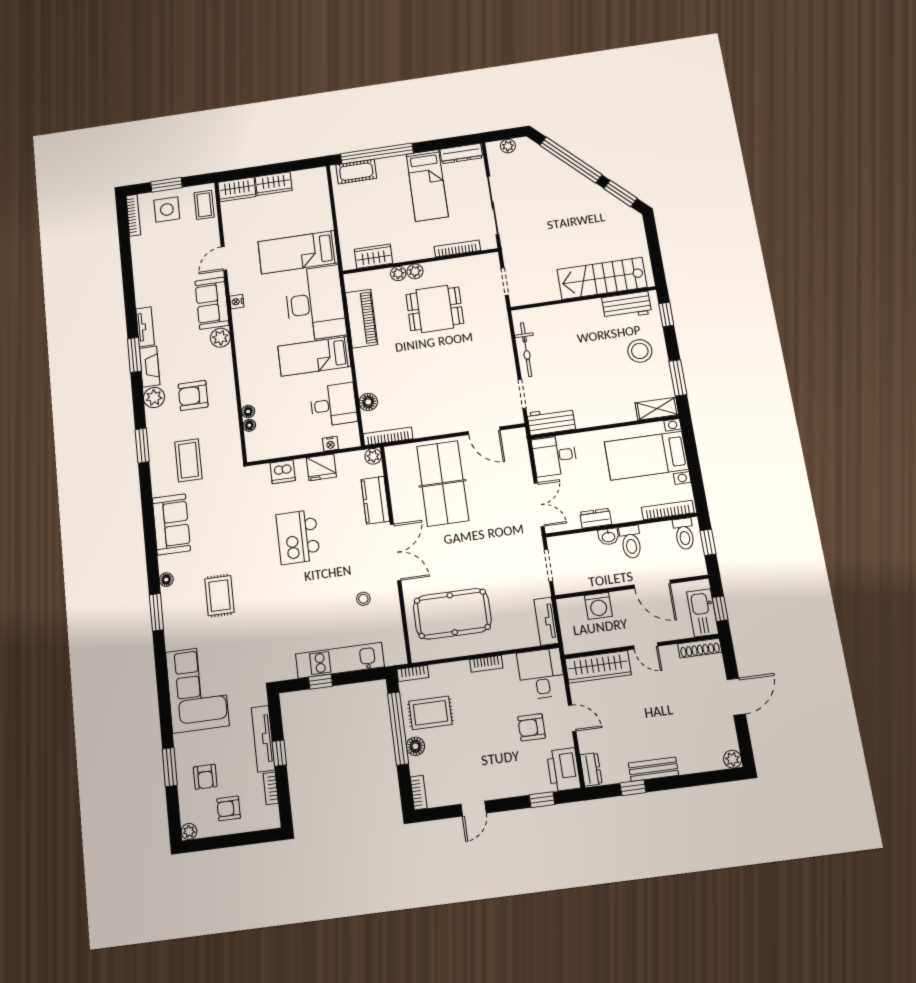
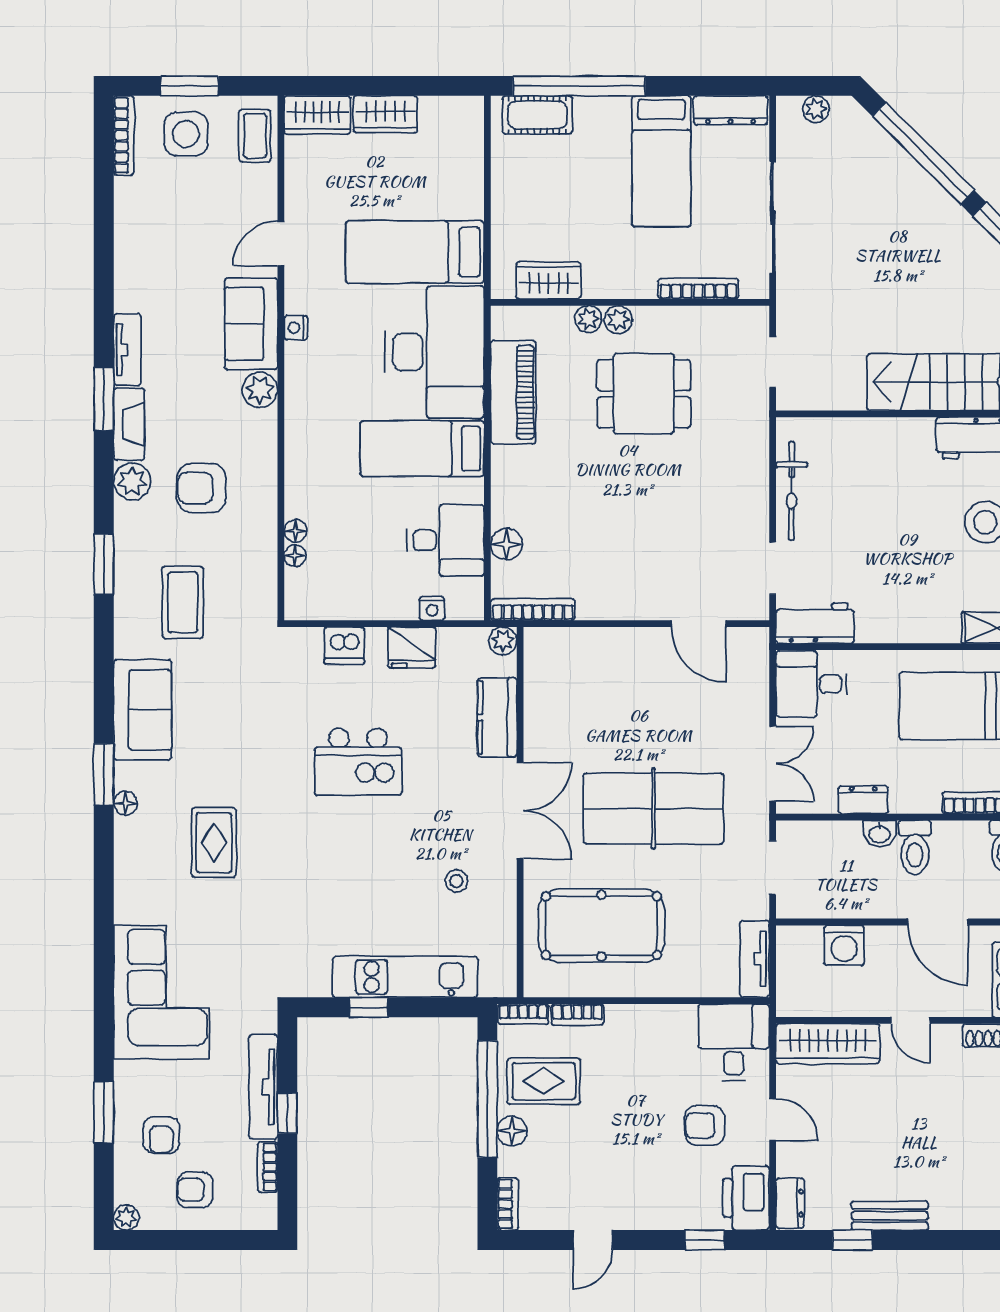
table tennis table: (443, 483) -> (654, 809), moved, turned 90
kitchen island: (298, 537) -> (358, 762), turned -90
window: (156, 612) -> (104, 775), moved
bookcase: (486, 664) -> (578, 1015), moved

